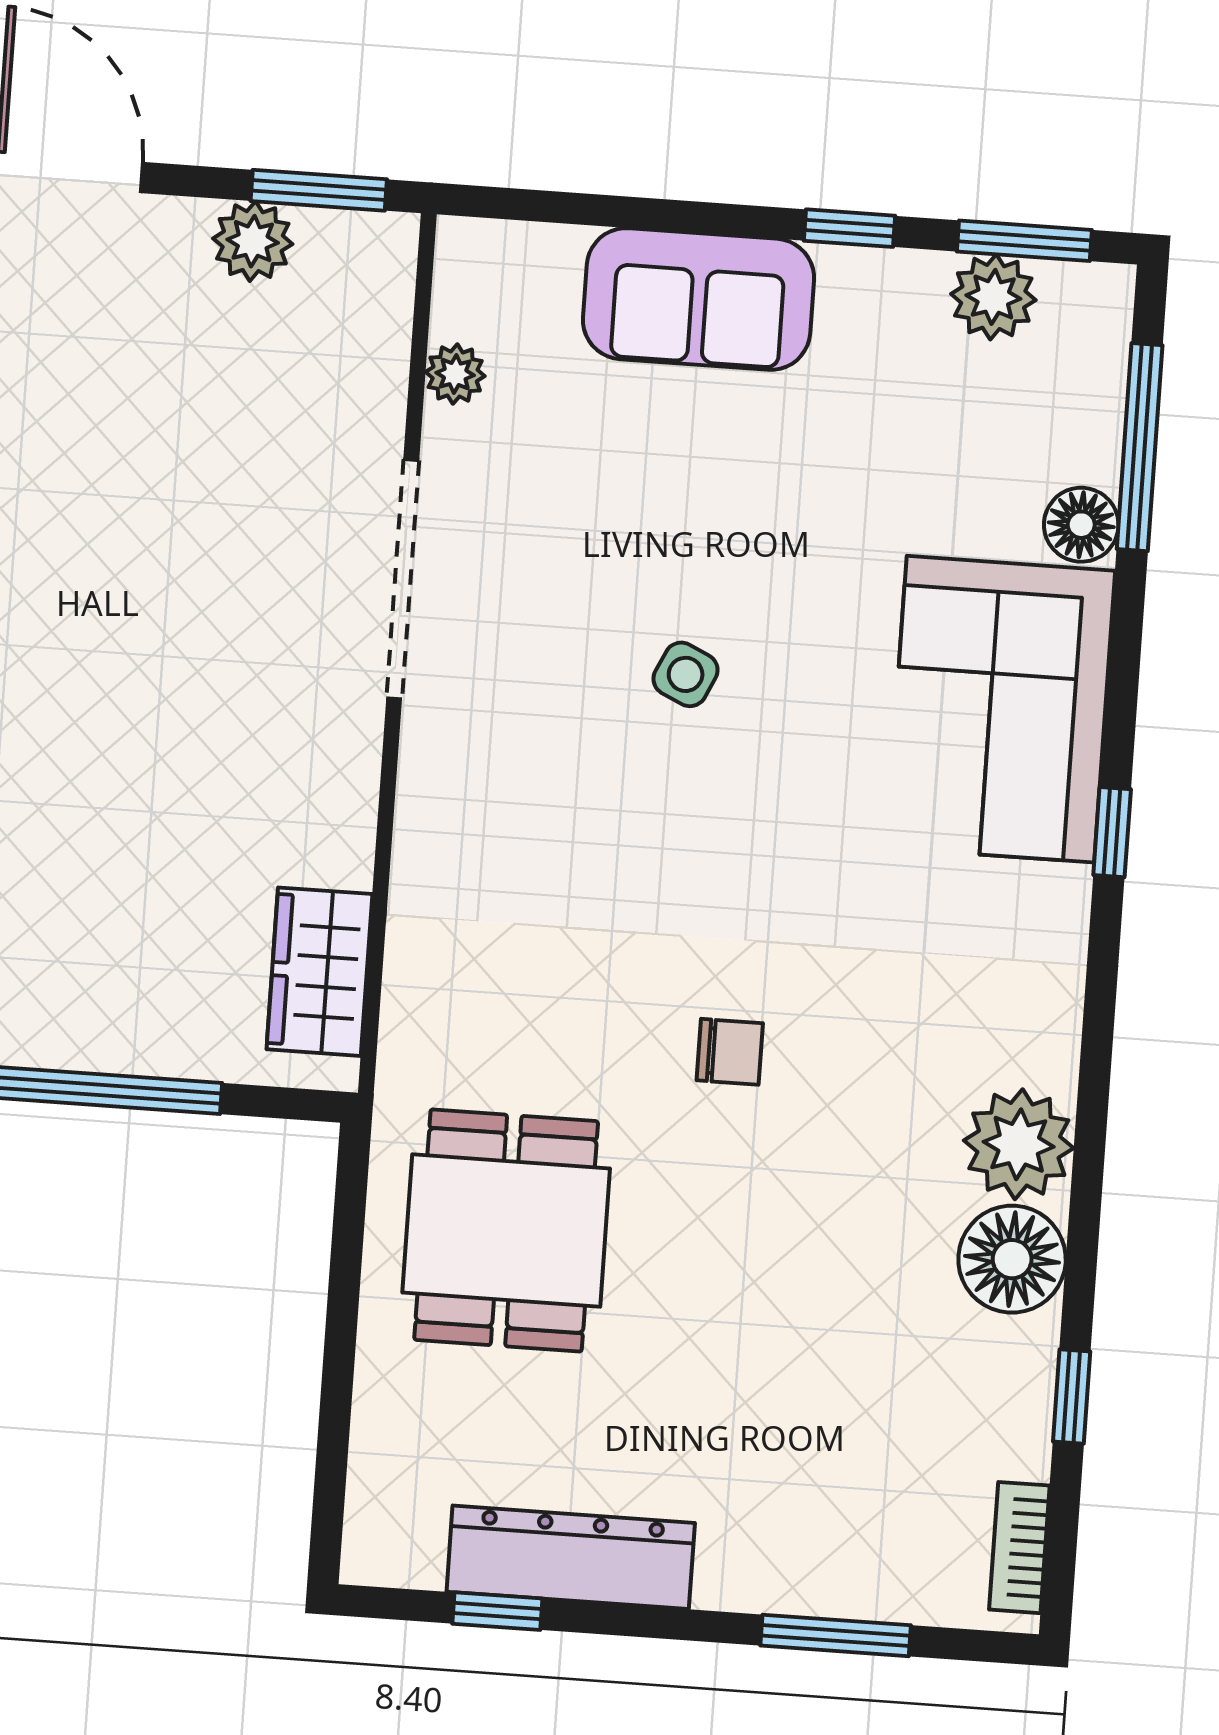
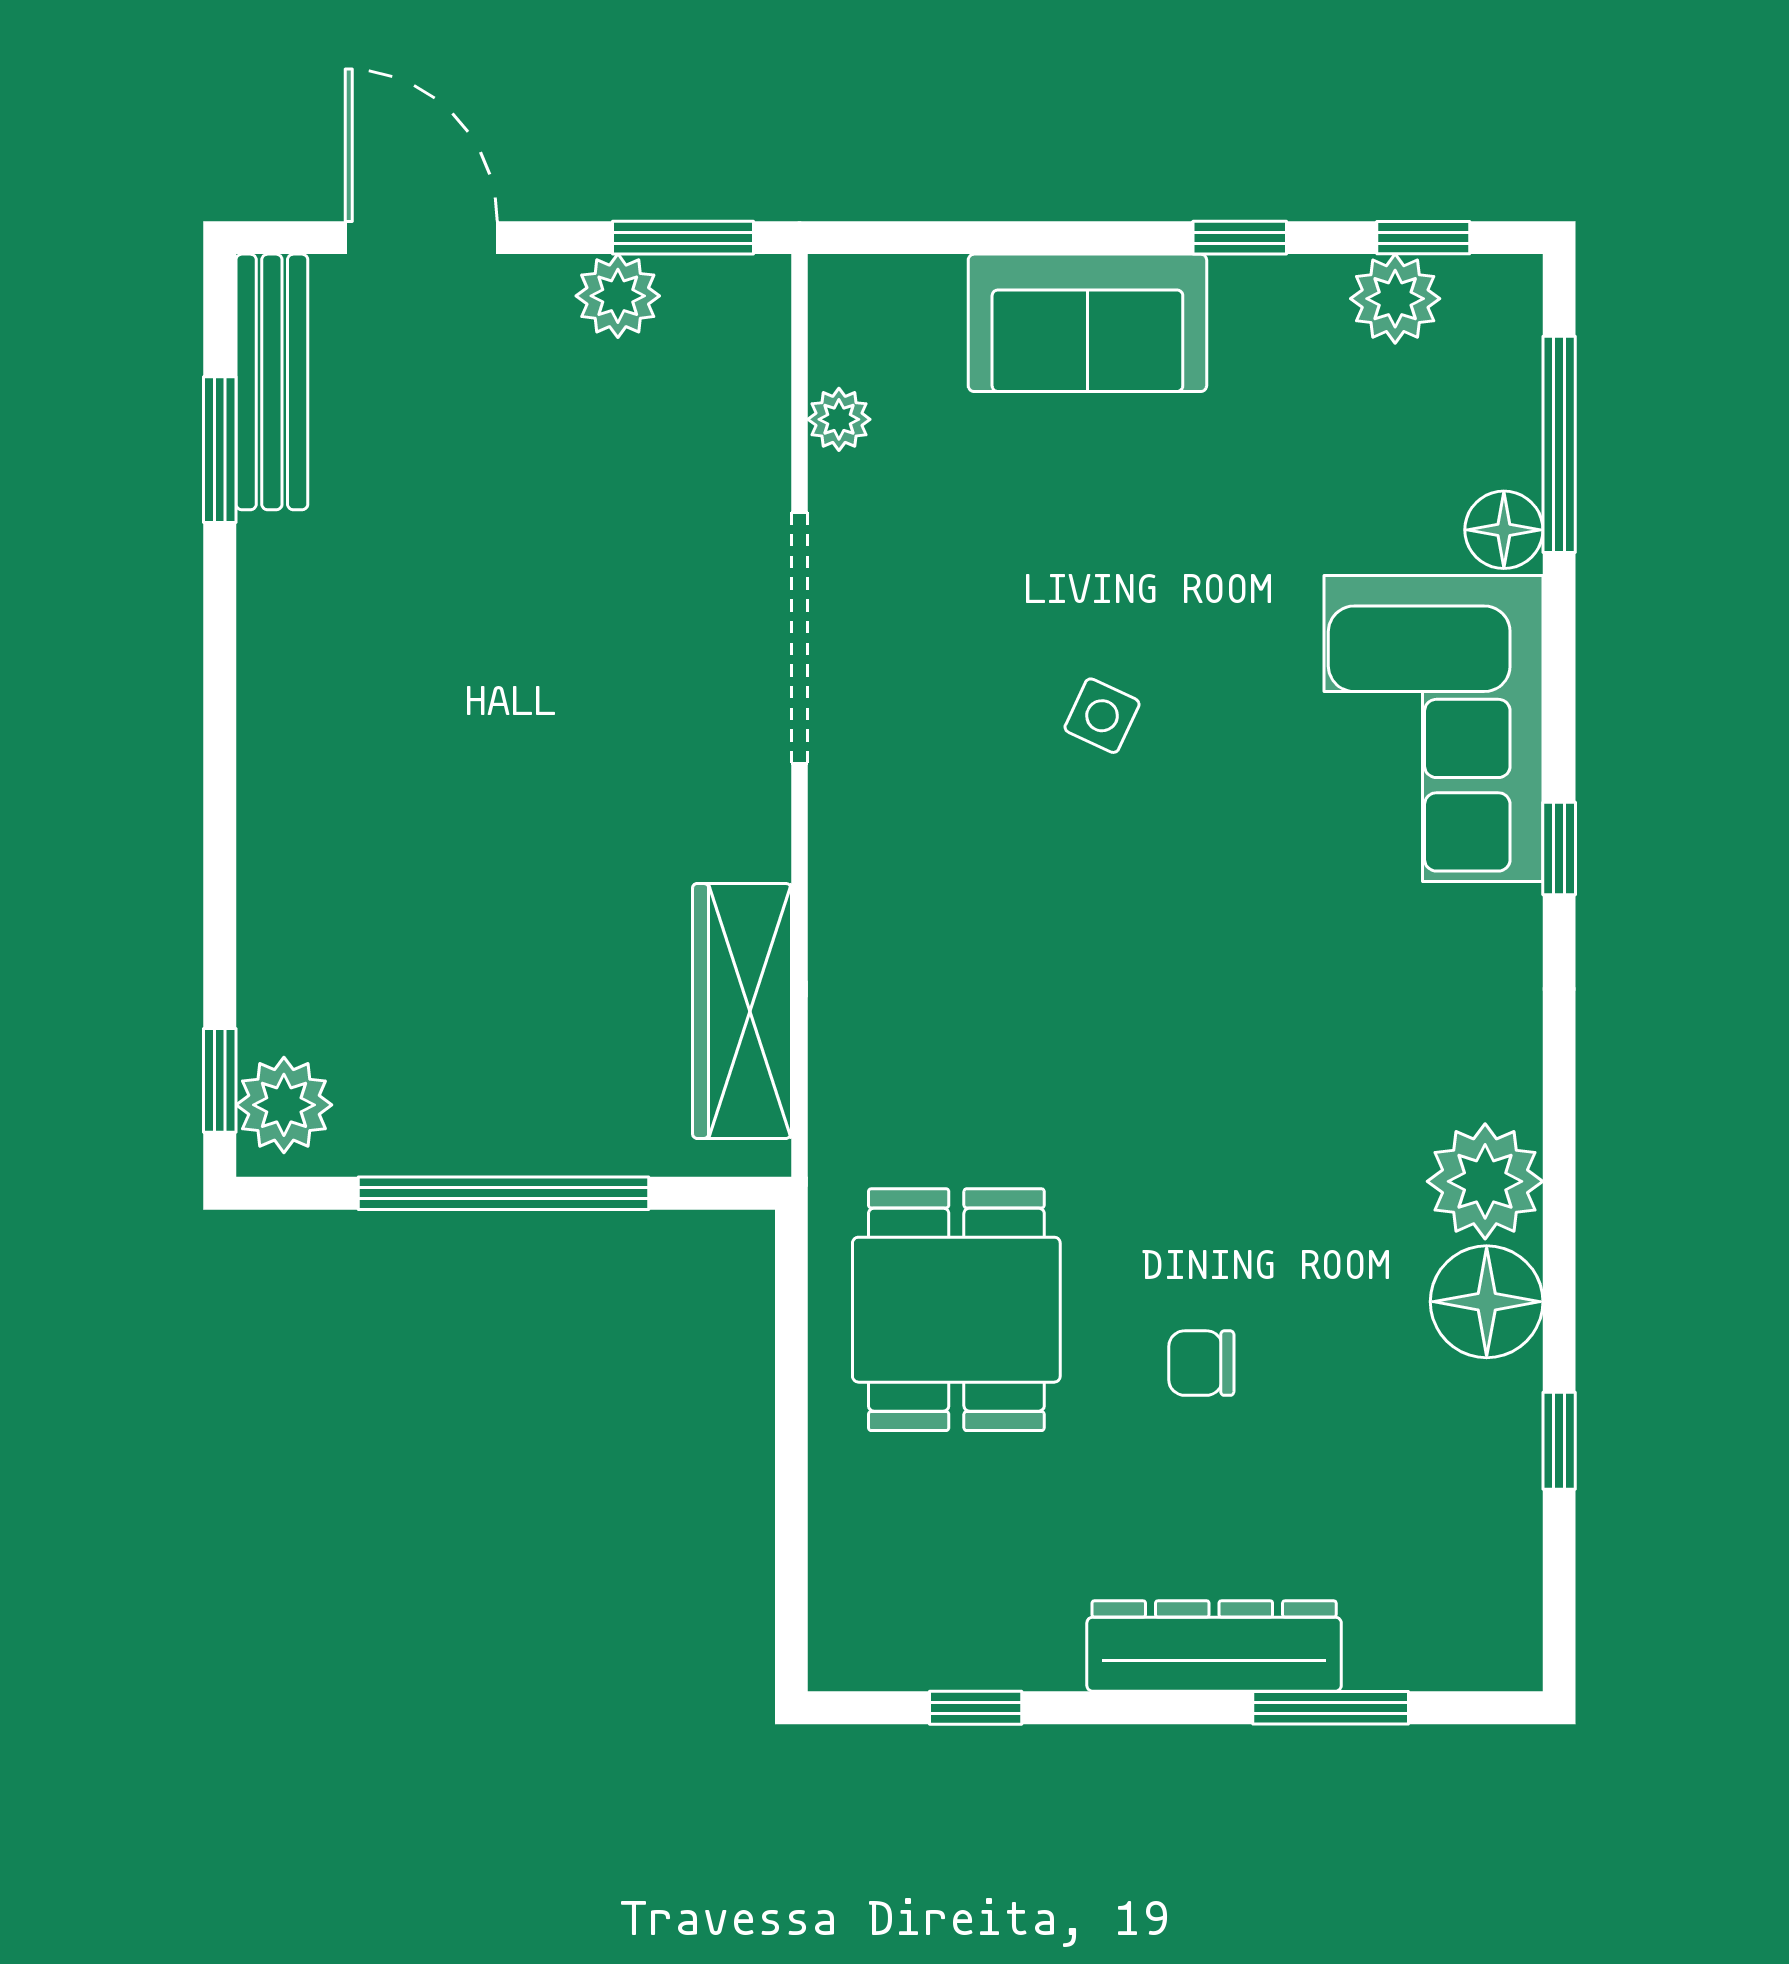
window: (1024, 241) -> (1423, 238), width x0.67
wardrobe: (319, 972) -> (742, 1011), width x1.50
chair: (730, 1052) -> (1201, 1363), moved, turned 180
bookcase: (1019, 1548) -> (1516, 1602), removed
dresser: (571, 1557) -> (1214, 1646), moved

